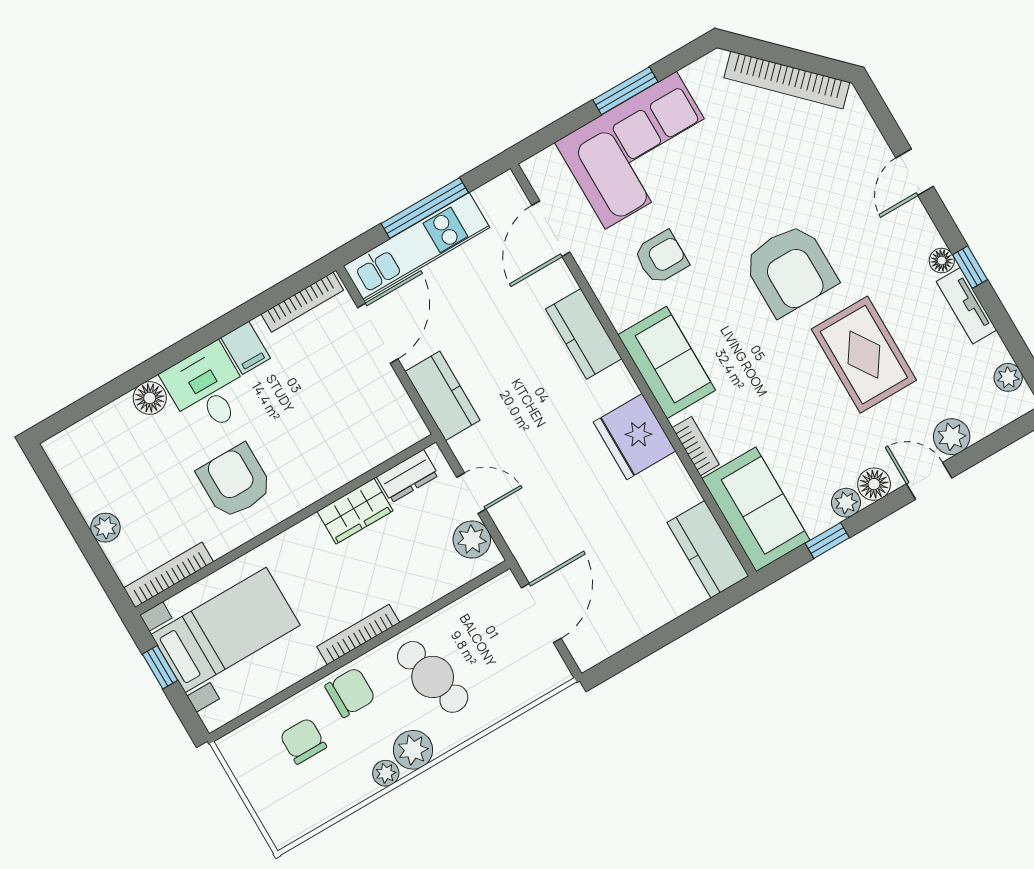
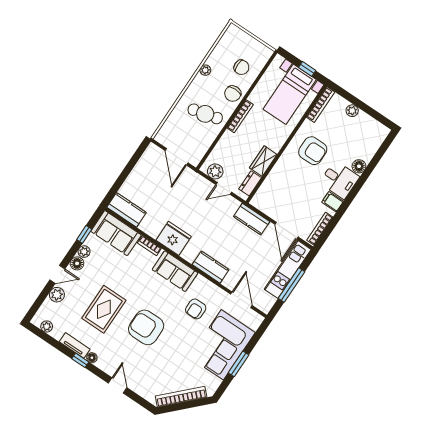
rug: (864, 355) -> (104, 309), turned 90
plant: (413, 750) -> (199, 84), removed

